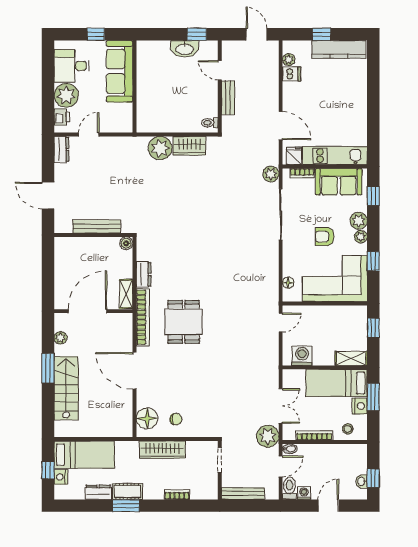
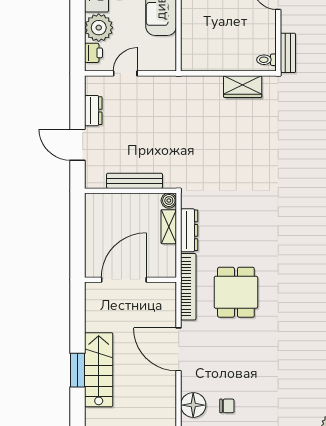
bench: (228, 98) -> (288, 53), moved
plant: (160, 148) -> (208, 89), removed
dresser: (61, 149) -> (93, 111), moved
dresser: (144, 274) -> (189, 230), width x1.44
shelving: (126, 294) -> (169, 227), moved
plant: (60, 338) -> (92, 311), removed
window: (48, 368) -> (78, 370), moved

